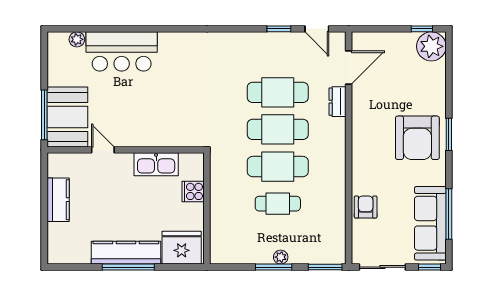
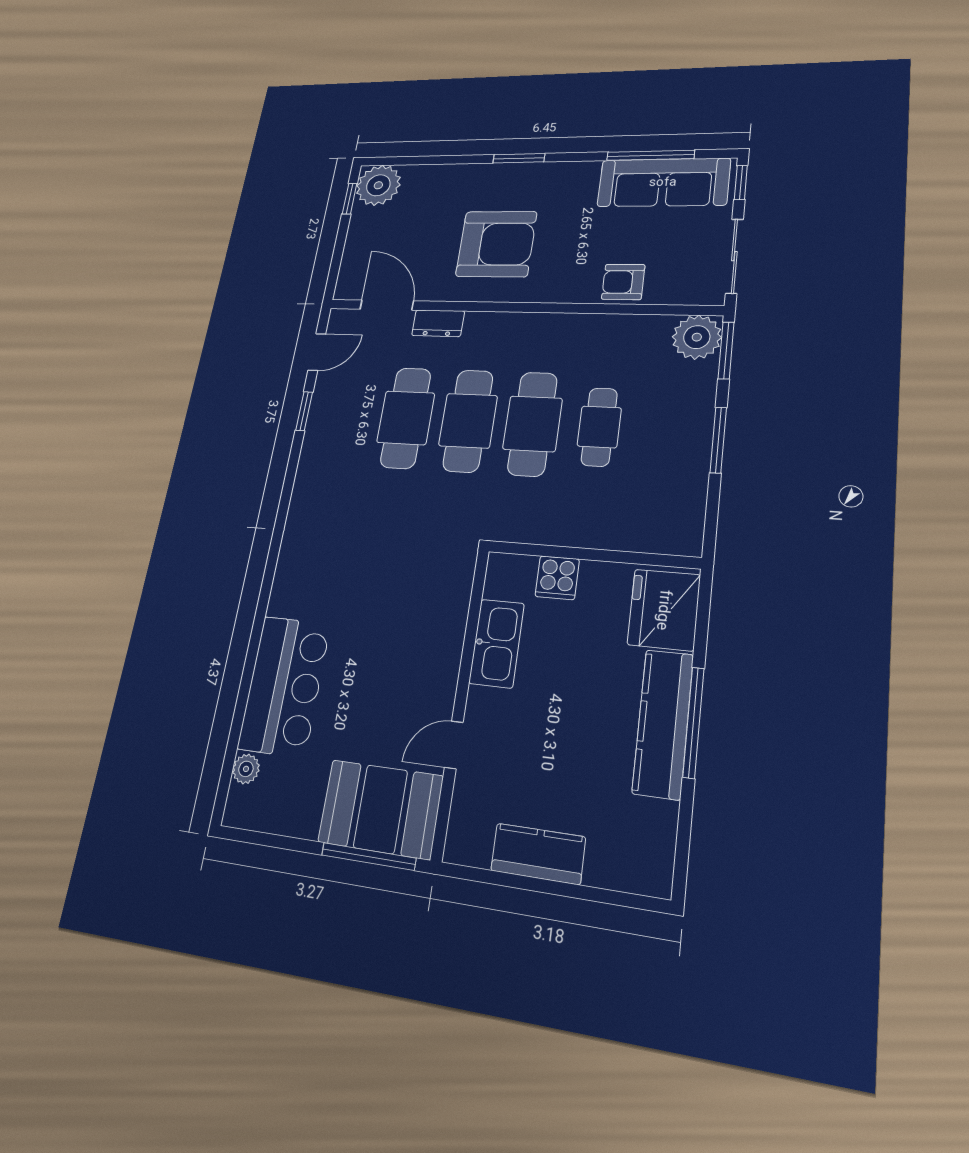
armchair: (417, 138) -> (496, 244), moved
plant: (281, 257) -> (697, 337), moved, width x1.88, depth x1.88

